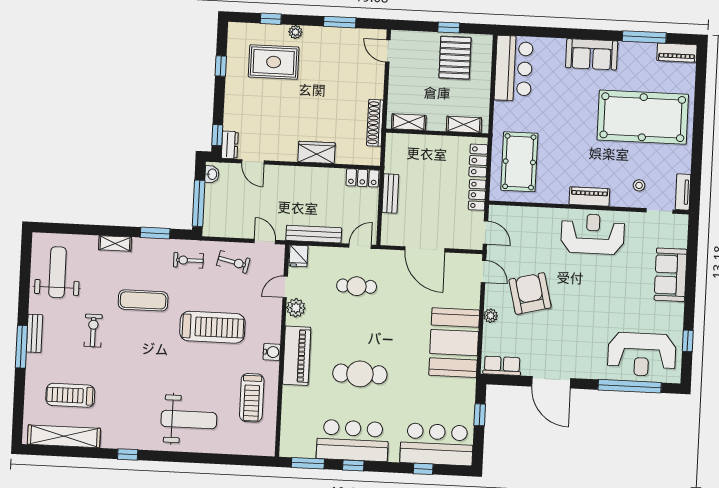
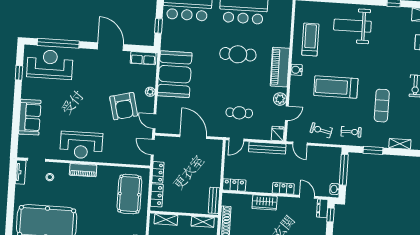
locker: (289, 174) -> (283, 188), added
bench: (390, 193) -> (214, 200), moved
exercise mat: (143, 300) -> (382, 106), turned 90

